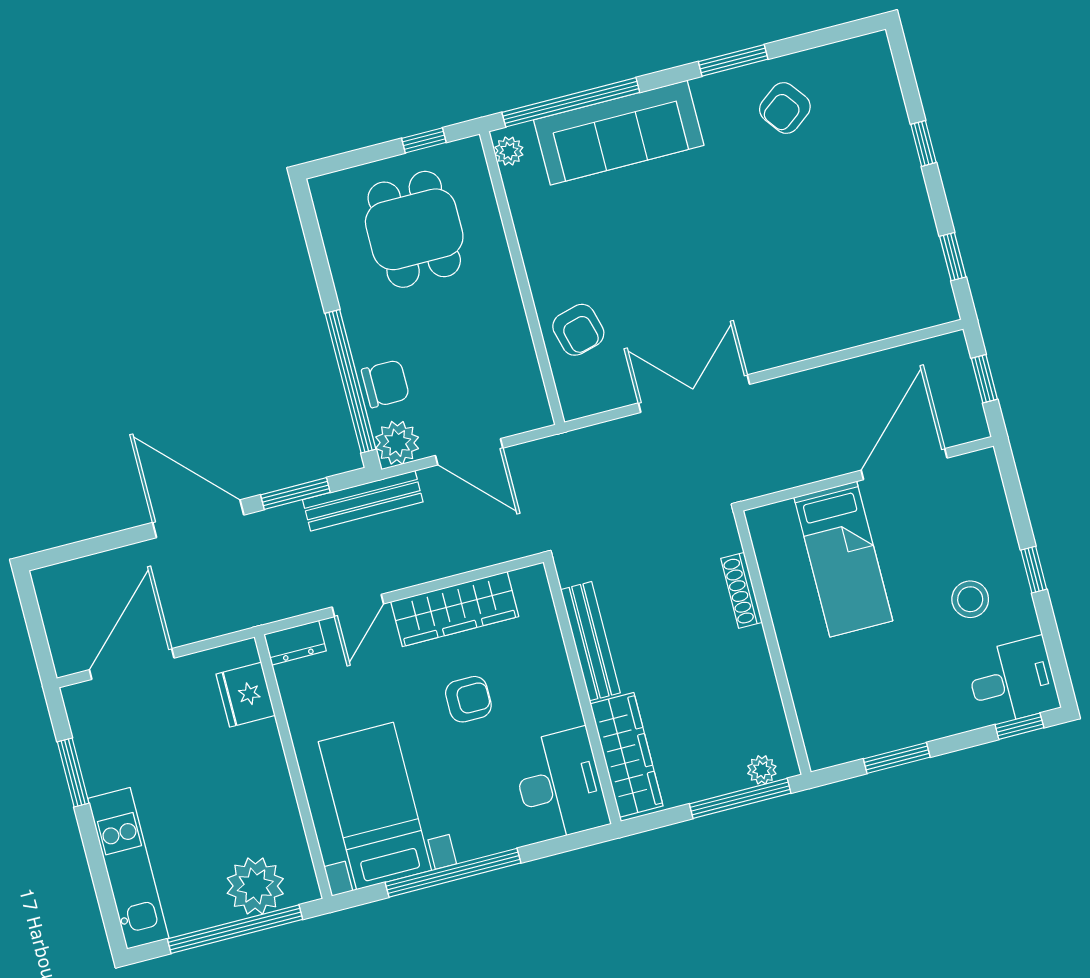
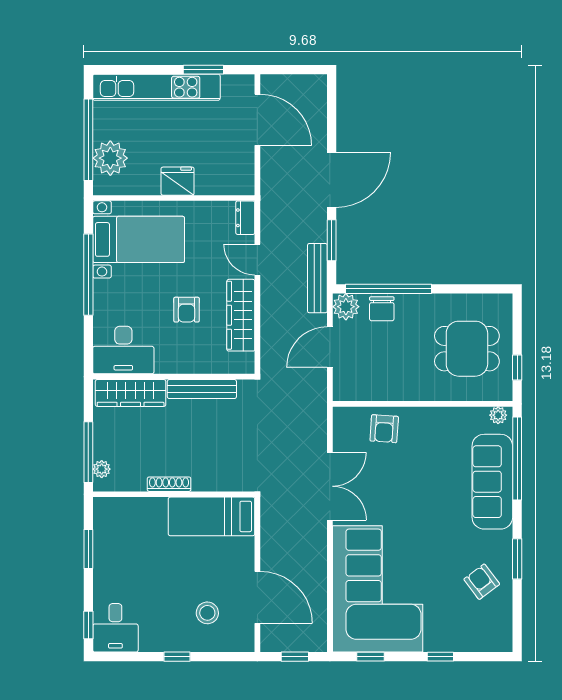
corner sofa: (840, 273) -> (378, 589), added
armchair: (578, 330) -> (384, 429), turned -71
bed: (843, 559) -> (212, 516), moved
shoe rack: (741, 590) -> (169, 484), moved
stool: (970, 599) -> (207, 613), moved
fridge: (246, 695) -> (177, 181), moved
kitchen unit: (128, 868) -> (156, 87), width x1.36

